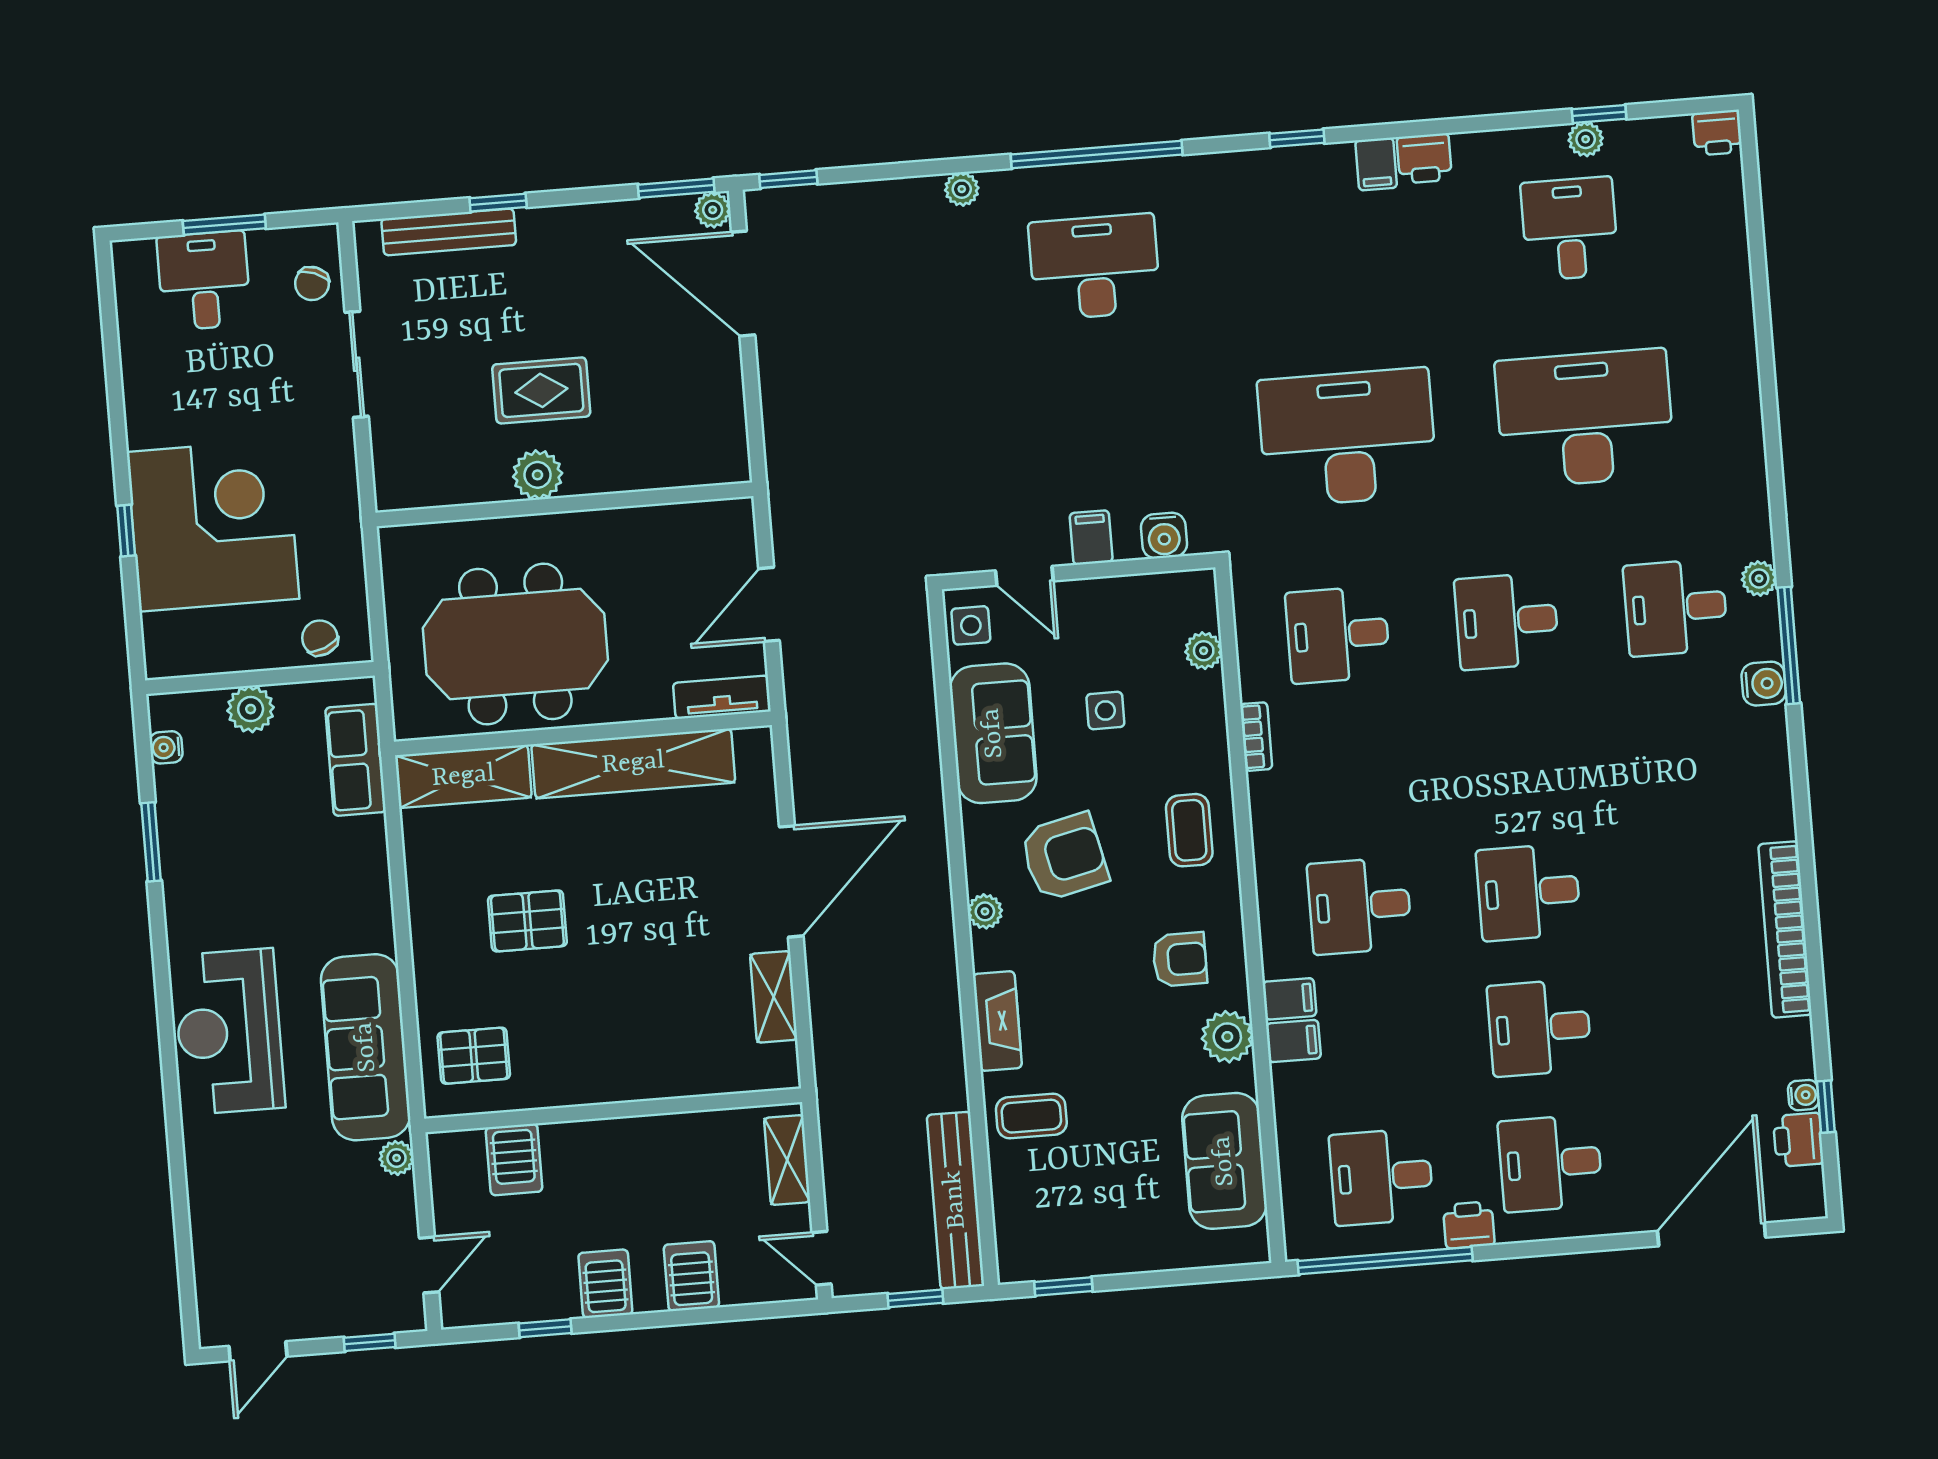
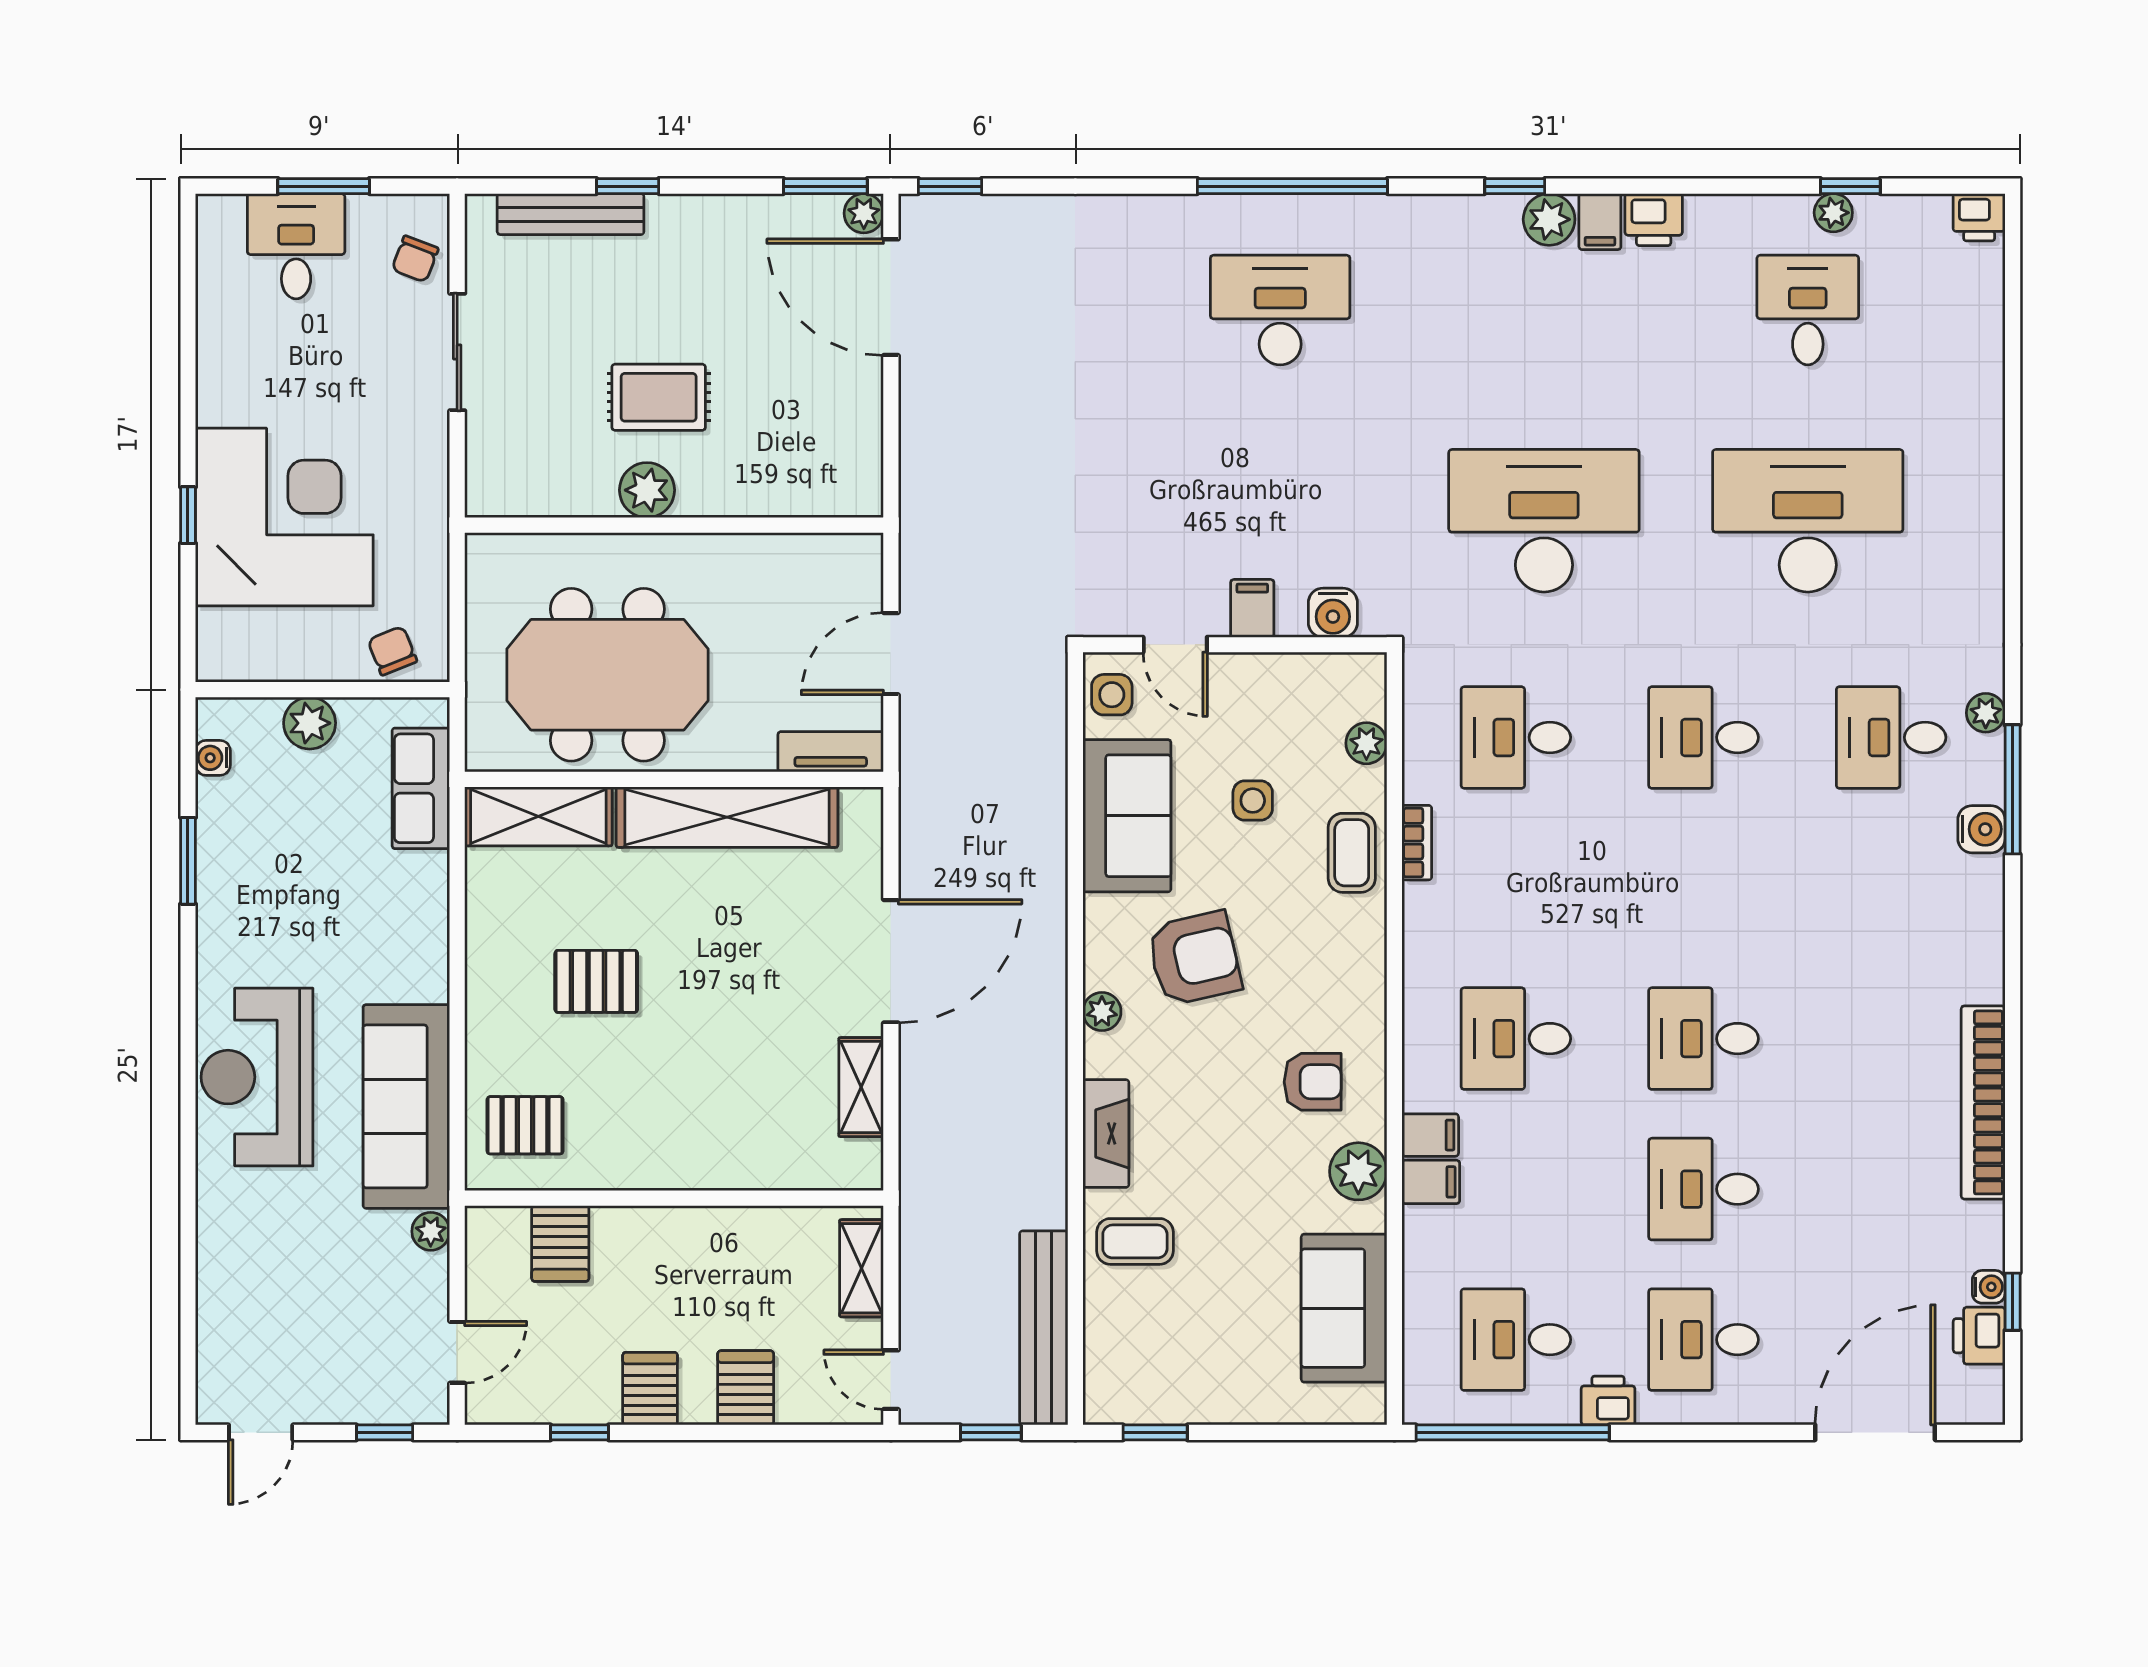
plant: (962, 189) -> (1549, 219), moved, width x1.38, depth x1.38
coffee table: (1189, 830) -> (1352, 853), moved

